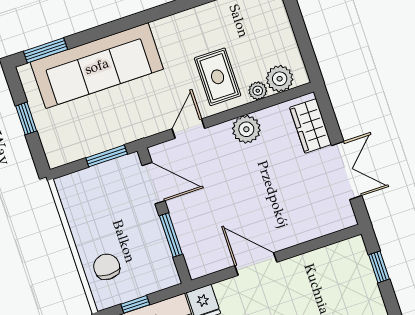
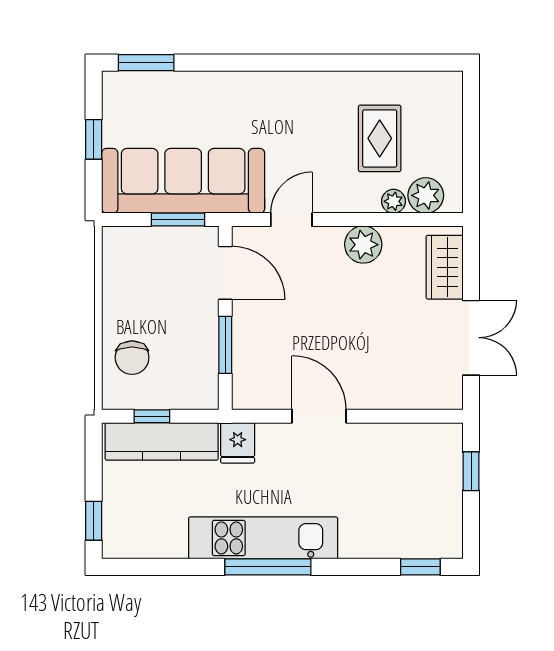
sofa: (97, 66) -> (183, 181), moved, turned 180
rug: (218, 77) -> (380, 138), moved
chair: (107, 267) -> (132, 358), turned 180

